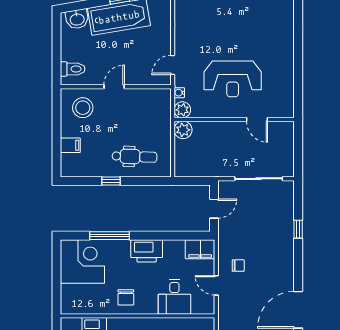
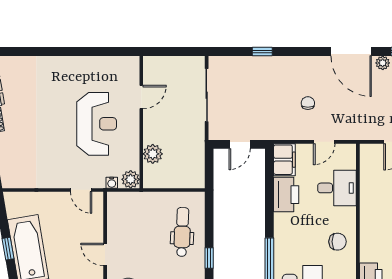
plant: (183, 130) -> (153, 154), moved
door: (214, 209) -> (240, 144), swing flipped
printer: (147, 251) -> (286, 195), moved
chair: (238, 266) -> (308, 103), moved

